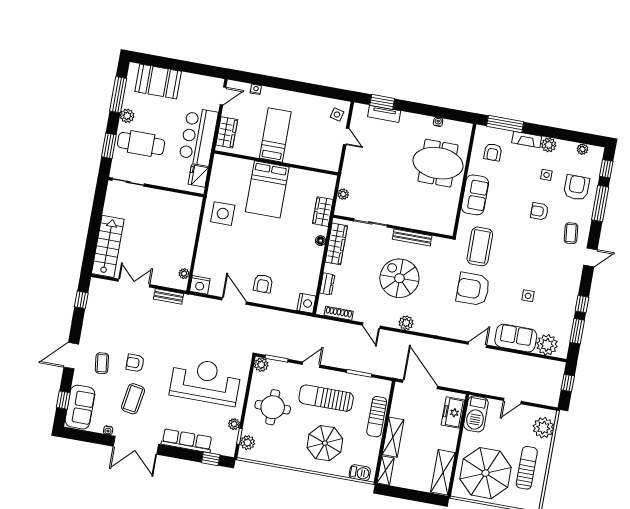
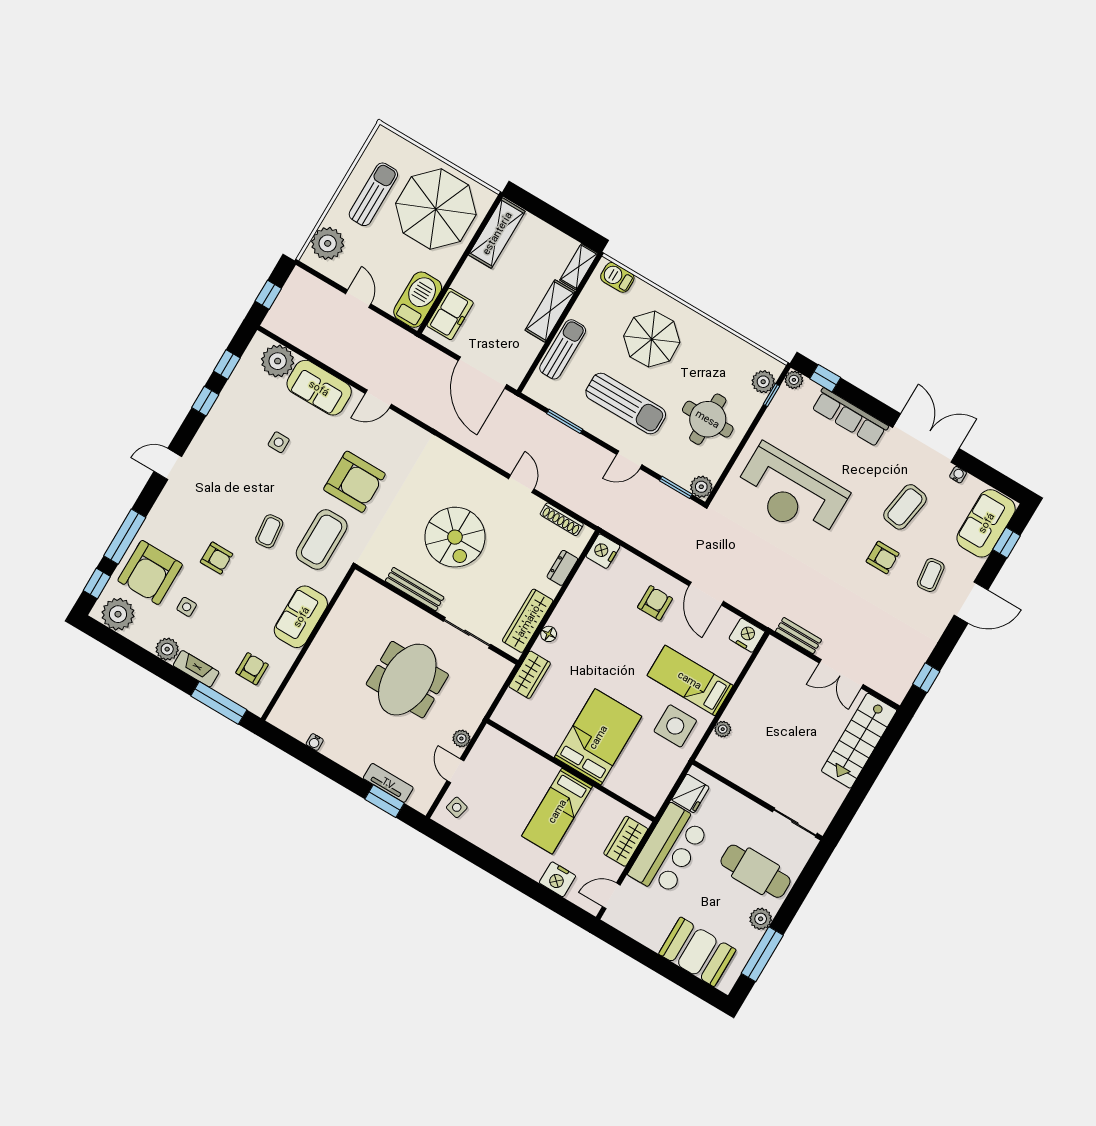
nightstand: (256, 89) -> (557, 879), width x1.89, depth x1.79
window: (109, 146) -> (803, 885), removed
plant: (583, 149) -> (118, 614), width x1.87, depth x1.87
meeting table: (438, 163) -> (407, 680), moved, turned 90
armchair: (576, 188) -> (150, 572), width x1.36, depth x1.36
plant: (343, 194) -> (461, 738), moved
coffee table: (571, 233) -> (269, 531), moved
bed: (224, 245) -> (690, 680), added
plant: (184, 274) -> (723, 729), moved
plant: (406, 323) -> (469, 469), removed
window: (577, 331) -> (227, 365), width x0.67
door: (512, 401) -> (358, 299), hinge flipped
plant: (234, 424) -> (794, 380), moved
sun lounger: (527, 468) -> (373, 194), turned 180

